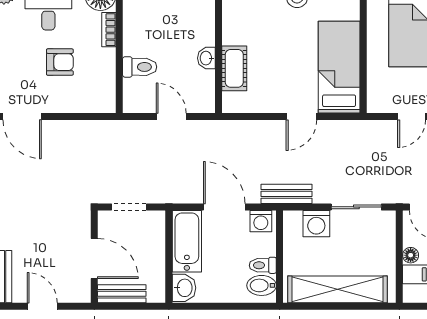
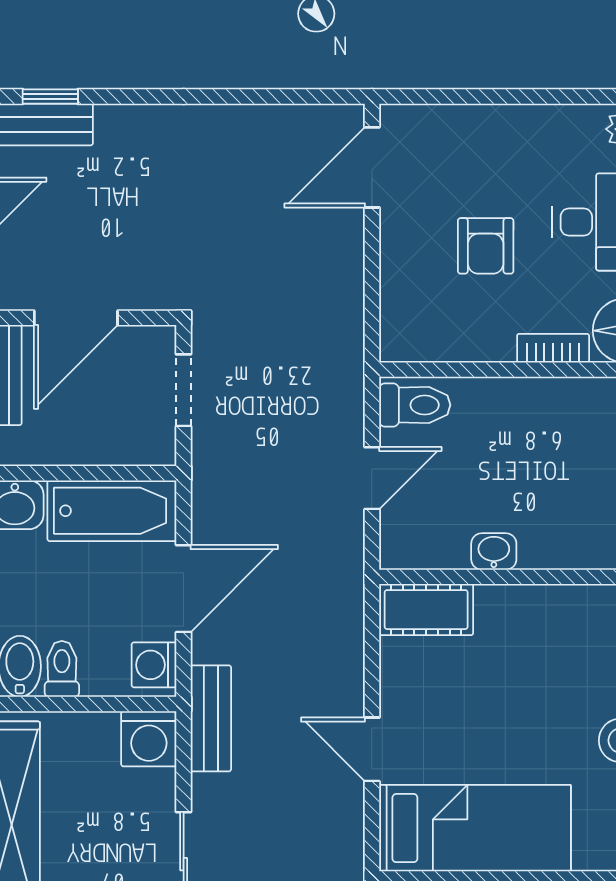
toilet: (140, 67) -> (415, 405), moved, turned -90
cot: (234, 68) -> (426, 610), moved
washing machine: (316, 224) -> (149, 739), moved, turned -90

